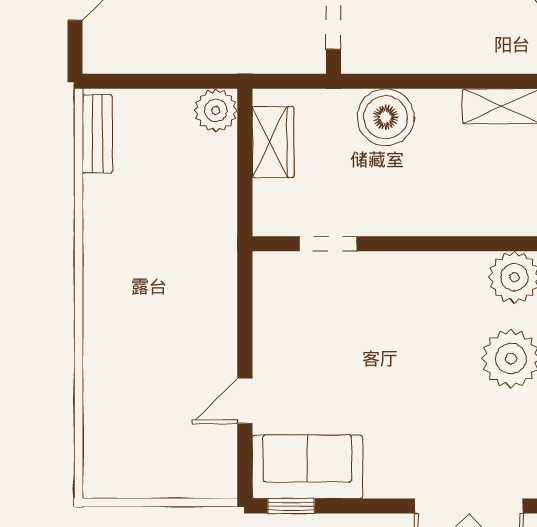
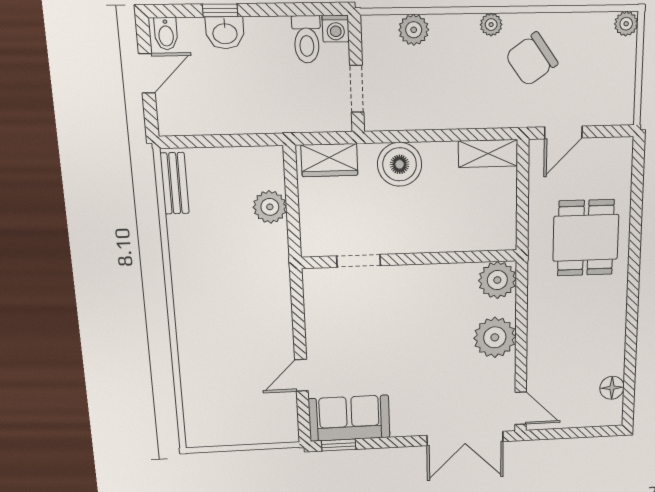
plant: (216, 110) -> (270, 207), moved
wardrobe: (273, 142) -> (329, 160), moved, turned 90

